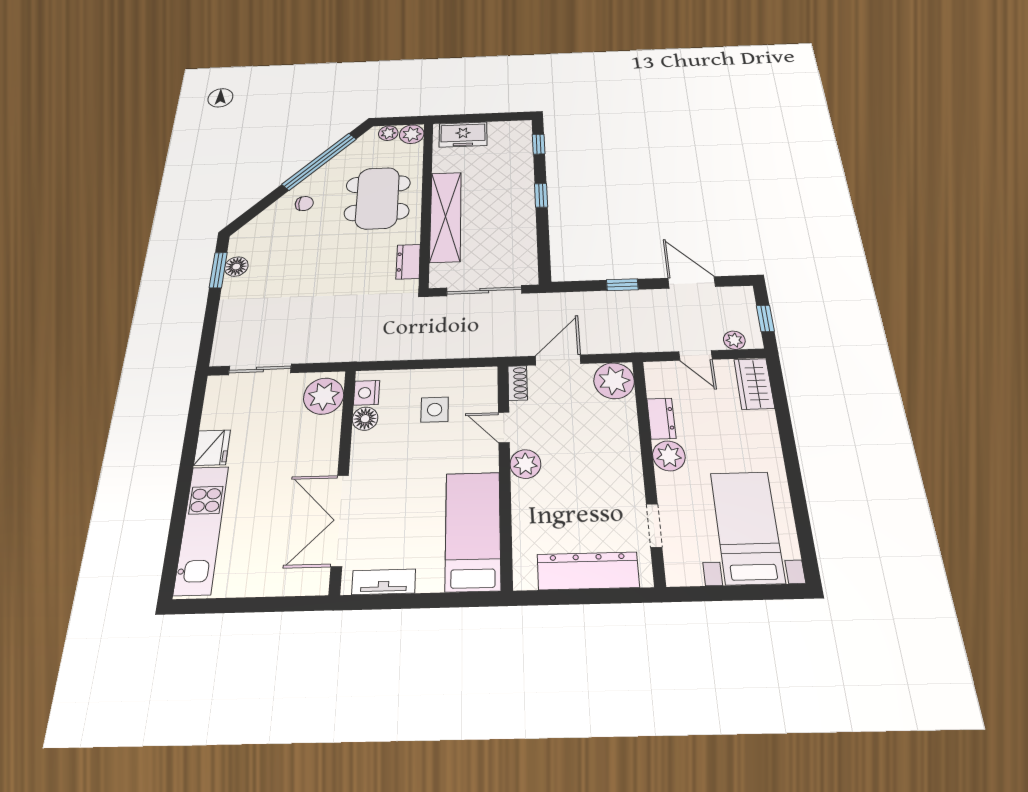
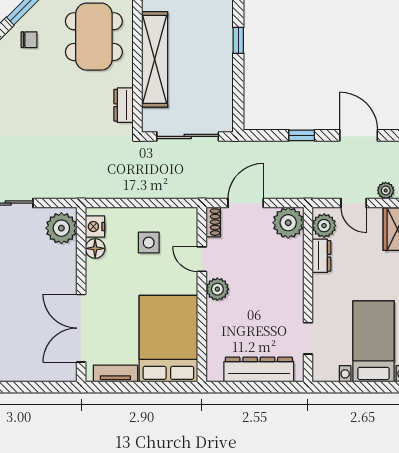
plant: (669, 456) -> (324, 226), moved
bed: (473, 531) -> (168, 339), width x1.50

